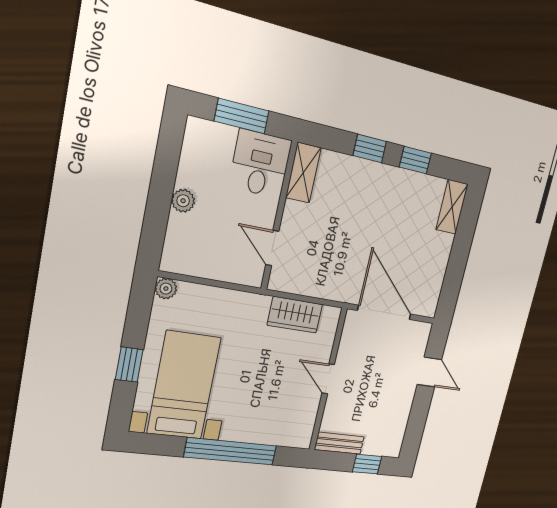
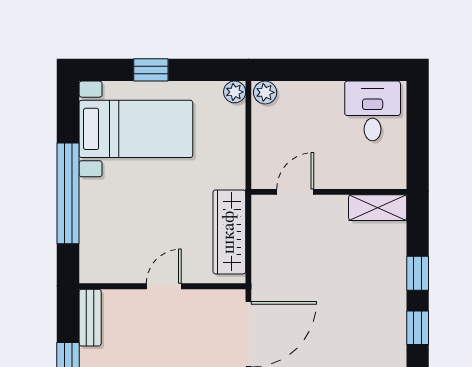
window: (242, 116) -> (418, 133), removed
desk: (260, 164) -> (373, 111), moved, turned -90
plant: (183, 201) -> (265, 92), moved
wardrobe: (295, 315) -> (229, 232), width x1.50

